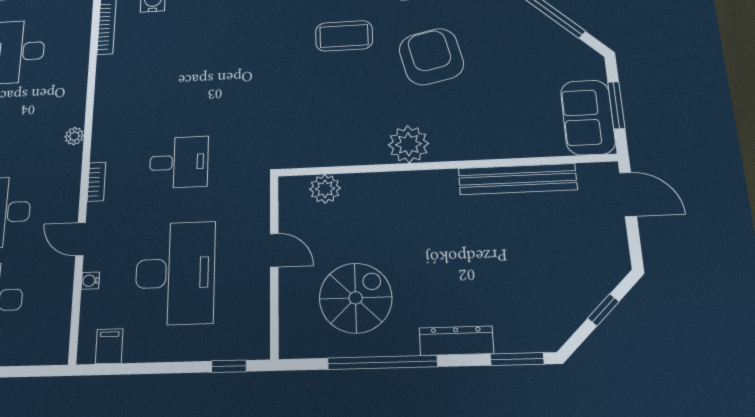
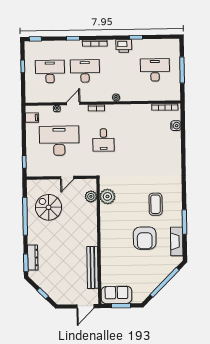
armchair: (431, 57) -> (145, 238), turned 103
plant: (409, 144) -> (107, 196), moved
desk: (175, 273) -> (59, 141), turned 180
spiral stairs: (356, 298) -> (49, 207), turned 180
dresser: (456, 341) -> (33, 258), moved

